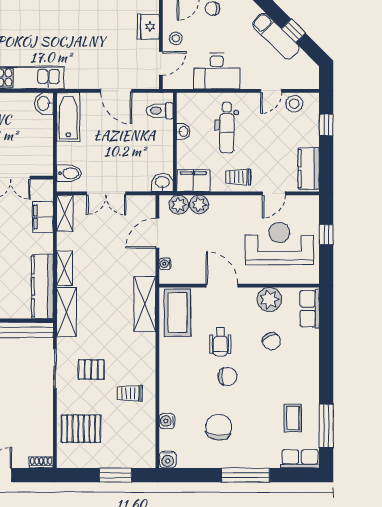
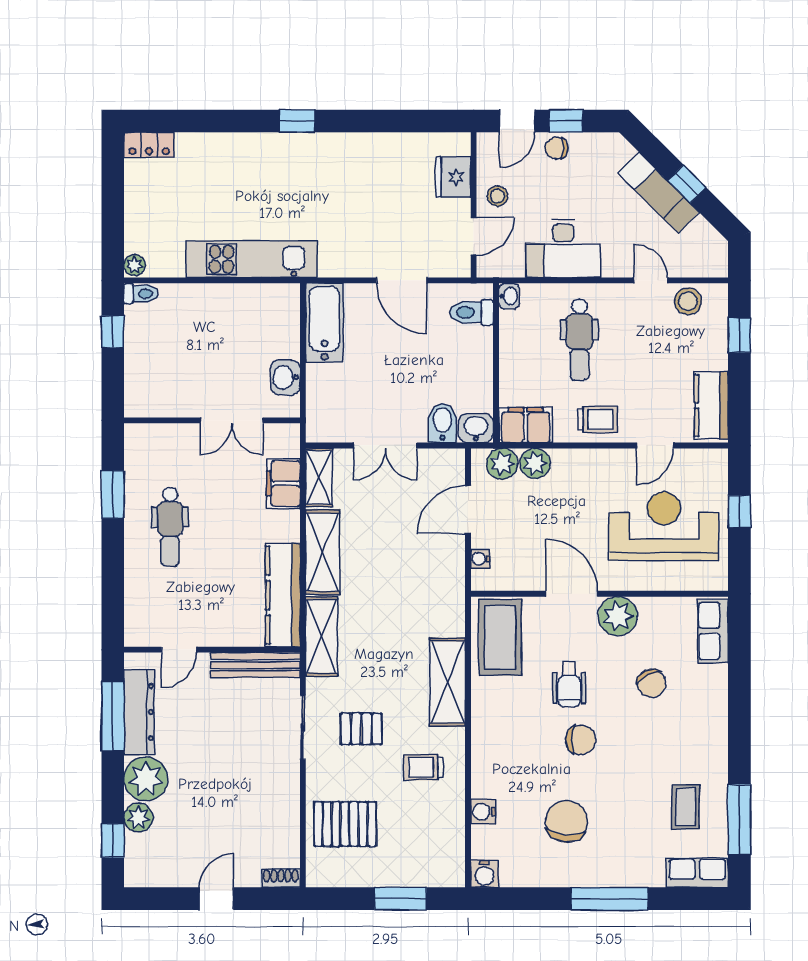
door: (271, 91) -> (651, 280), swing flipped
washbasin: (44, 103) -> (285, 377), moved
washbasin: (183, 131) -> (509, 296), moved
bidet: (69, 173) -> (443, 423), moved, turned -90
trolley: (238, 177) -> (598, 419), turned 180
shelving: (65, 268) -> (323, 552), width x1.50, depth x1.33
plant: (269, 299) -> (618, 616), moved
shelving: (145, 304) -> (448, 682), moved

